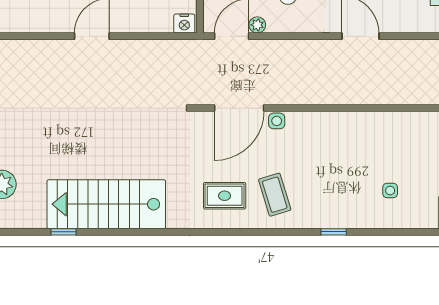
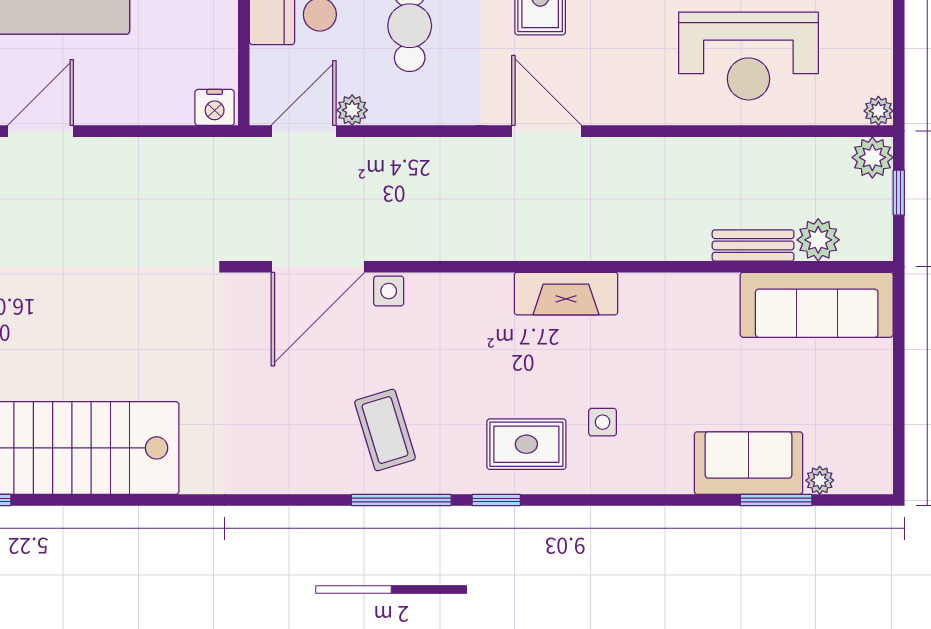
fireplace: (371, 122) -> (566, 294), added
rug: (225, 196) -> (526, 444), moved
window: (283, 232) -> (401, 500), added

